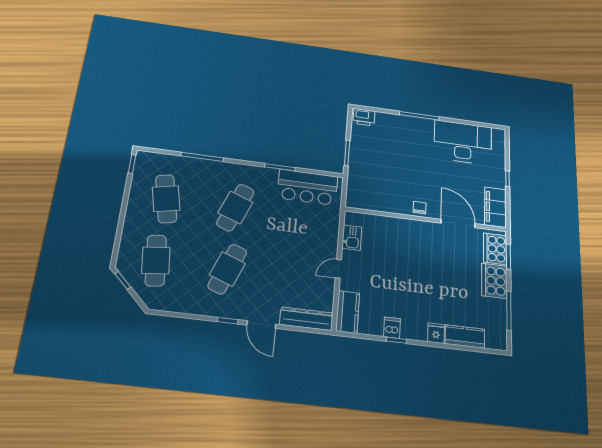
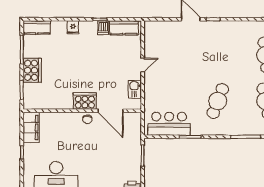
door: (458, 223) -> (111, 111), moved
cooker: (495, 249) -> (85, 101), moved, turned -90
cafe table: (227, 269) -> (218, 55), removed
kitchen counter: (348, 312) -> (124, 28), moved, turned -90
dresser: (306, 319) -> (161, 27), removed
kitchen counter: (465, 336) -> (37, 27), moved

